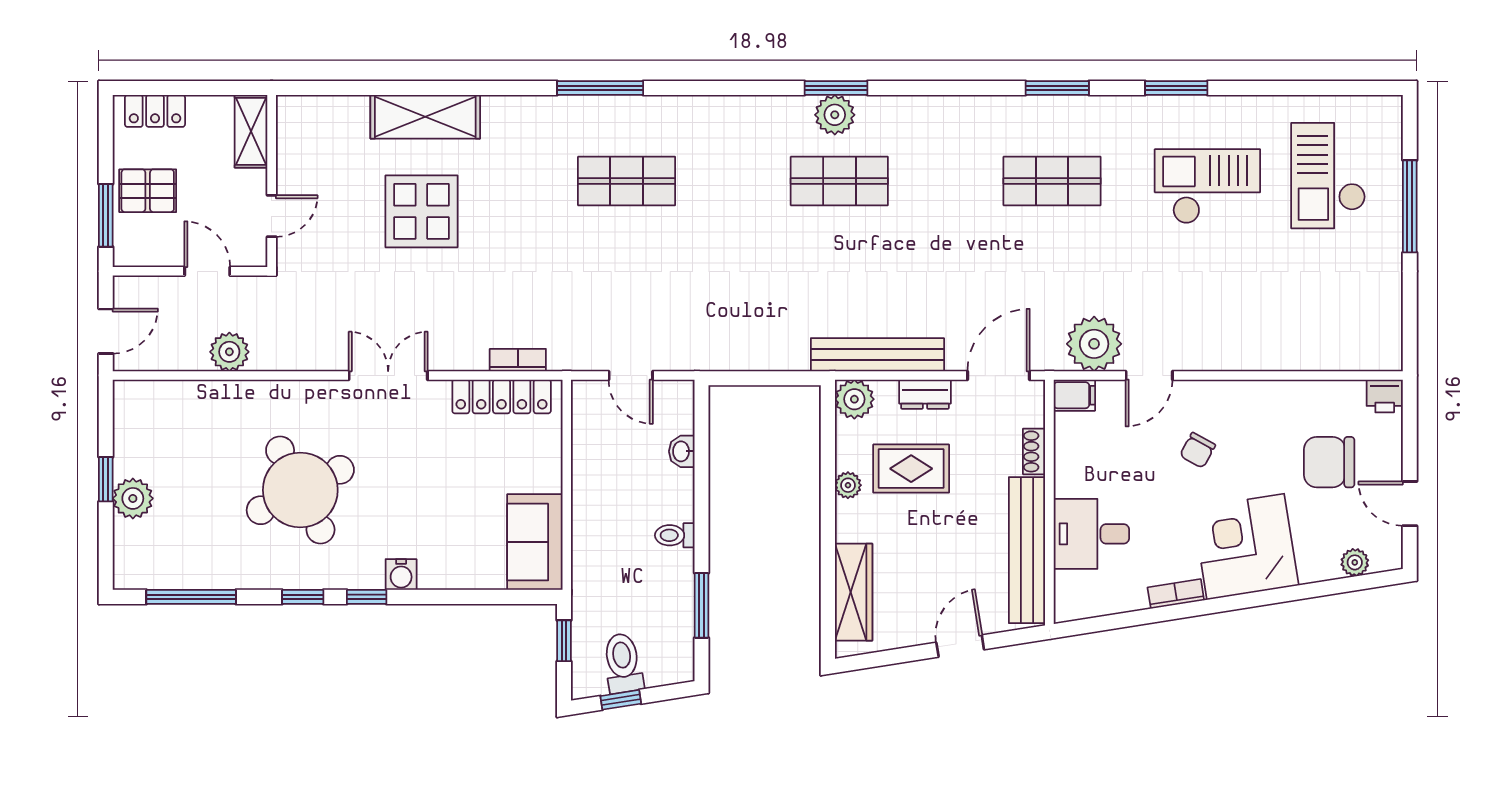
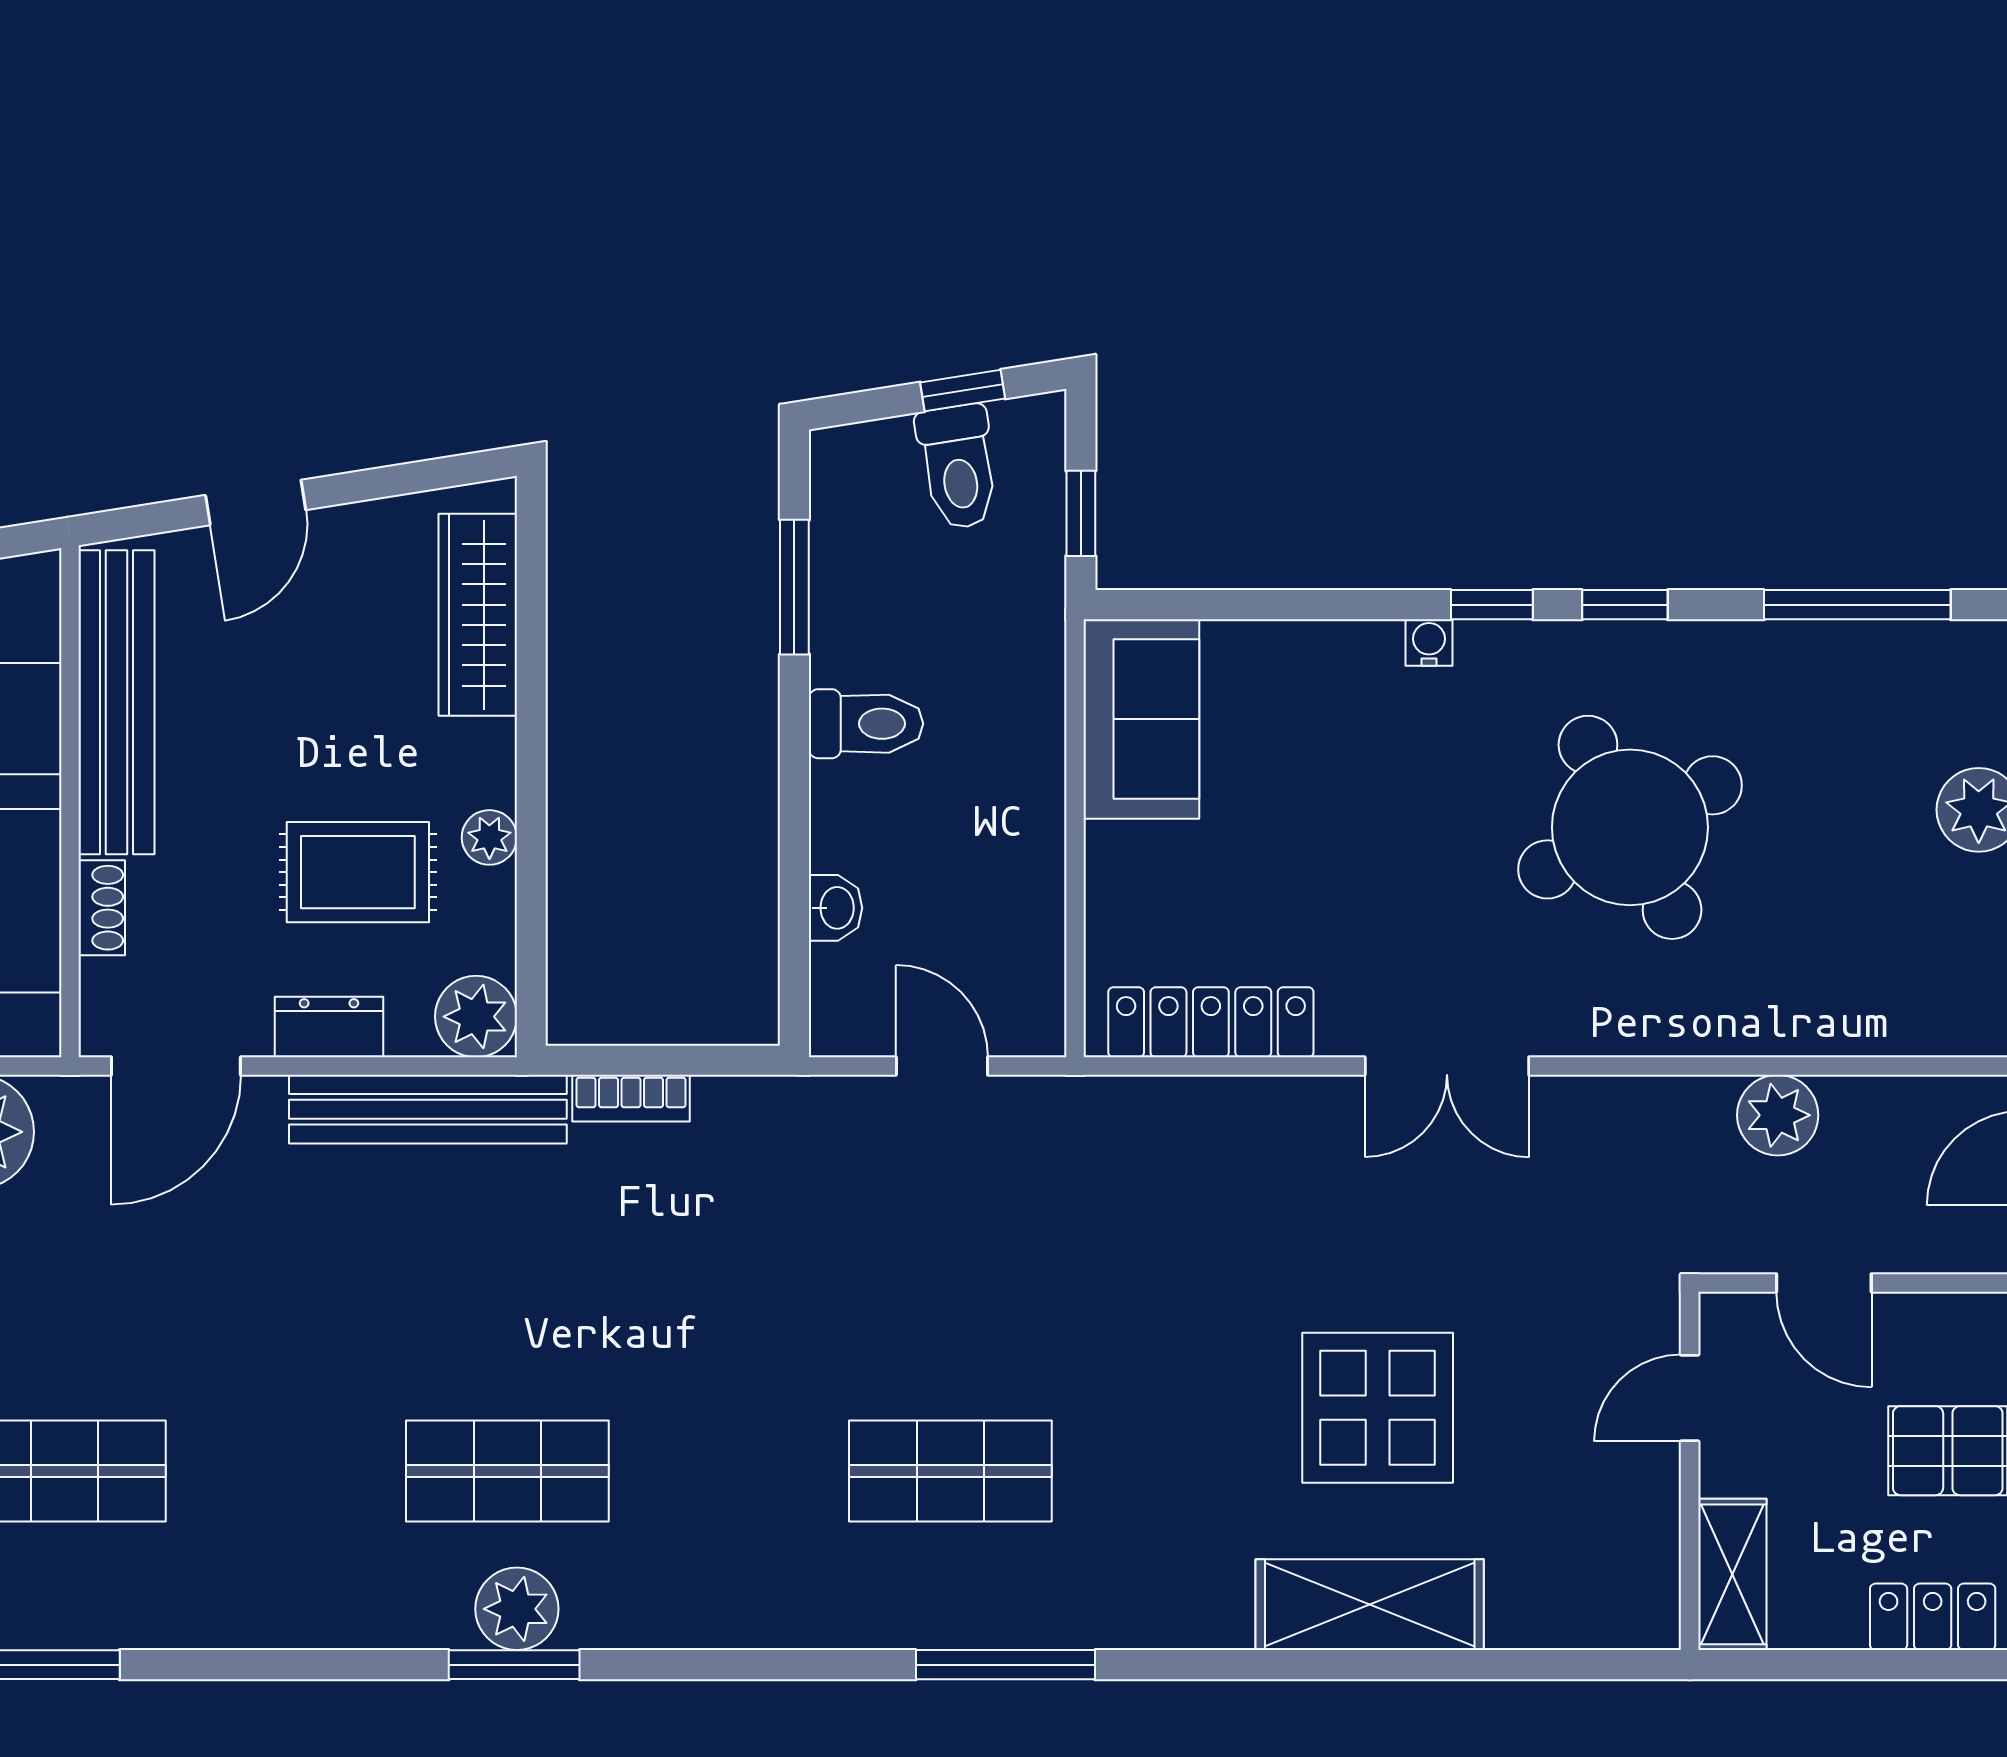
bookcase: (518, 360) -> (631, 1098), moved
toilet: (675, 535) -> (866, 724), width x1.37, depth x1.39
water cooler: (401, 575) -> (1429, 642), width x0.72, depth x0.72

